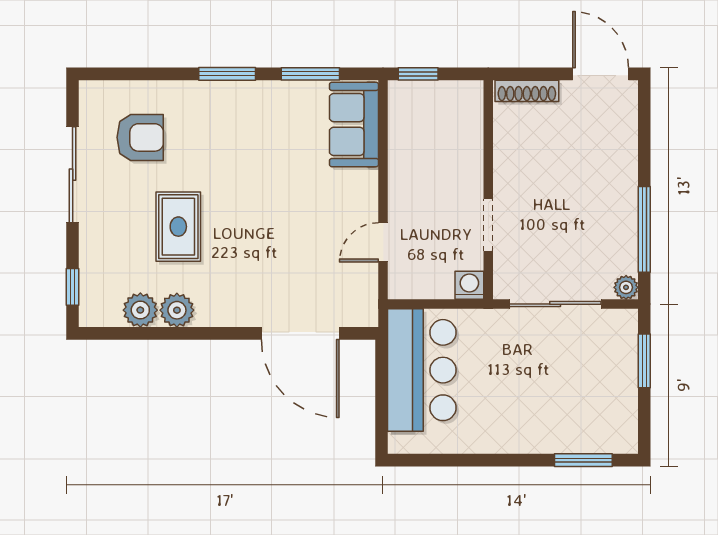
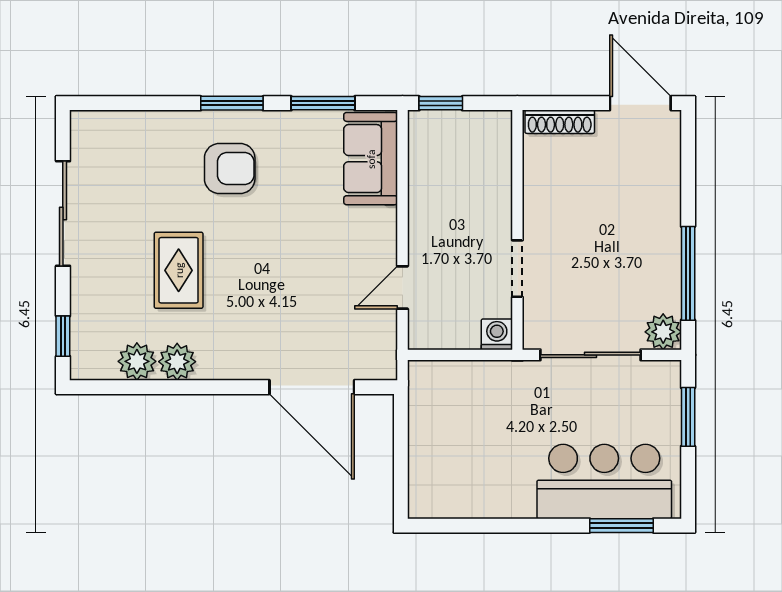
armchair: (140, 137) -> (230, 168), moved
plant: (626, 287) -> (663, 332), width x1.38, depth x1.38
bar counter: (422, 370) -> (604, 482), moved, turned -90

